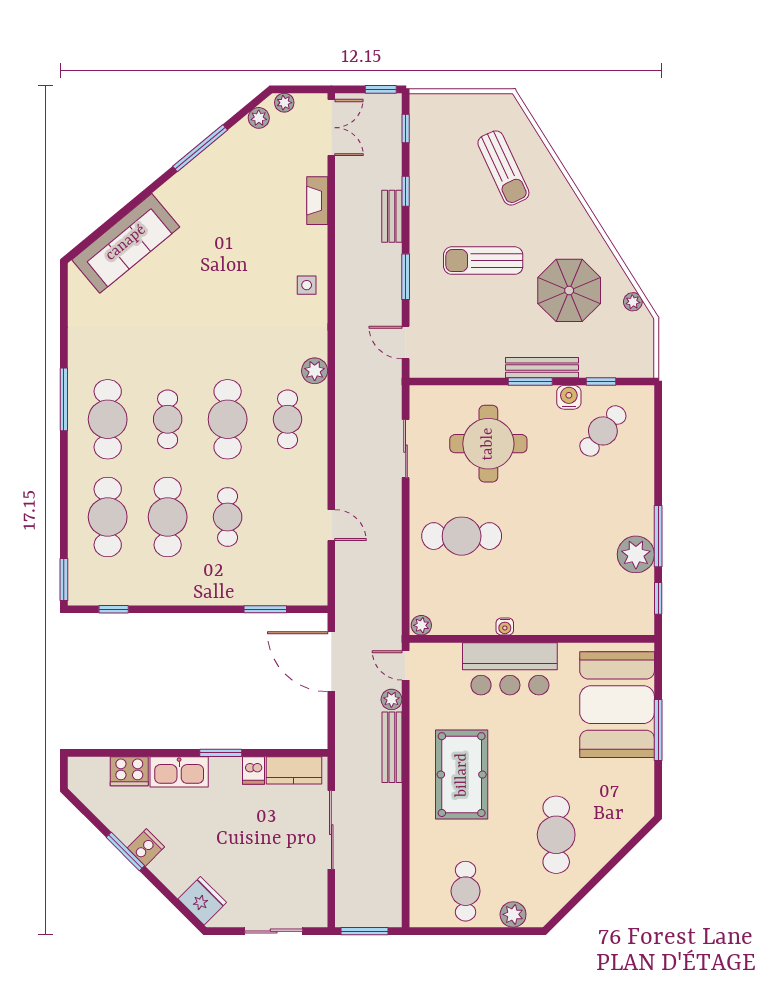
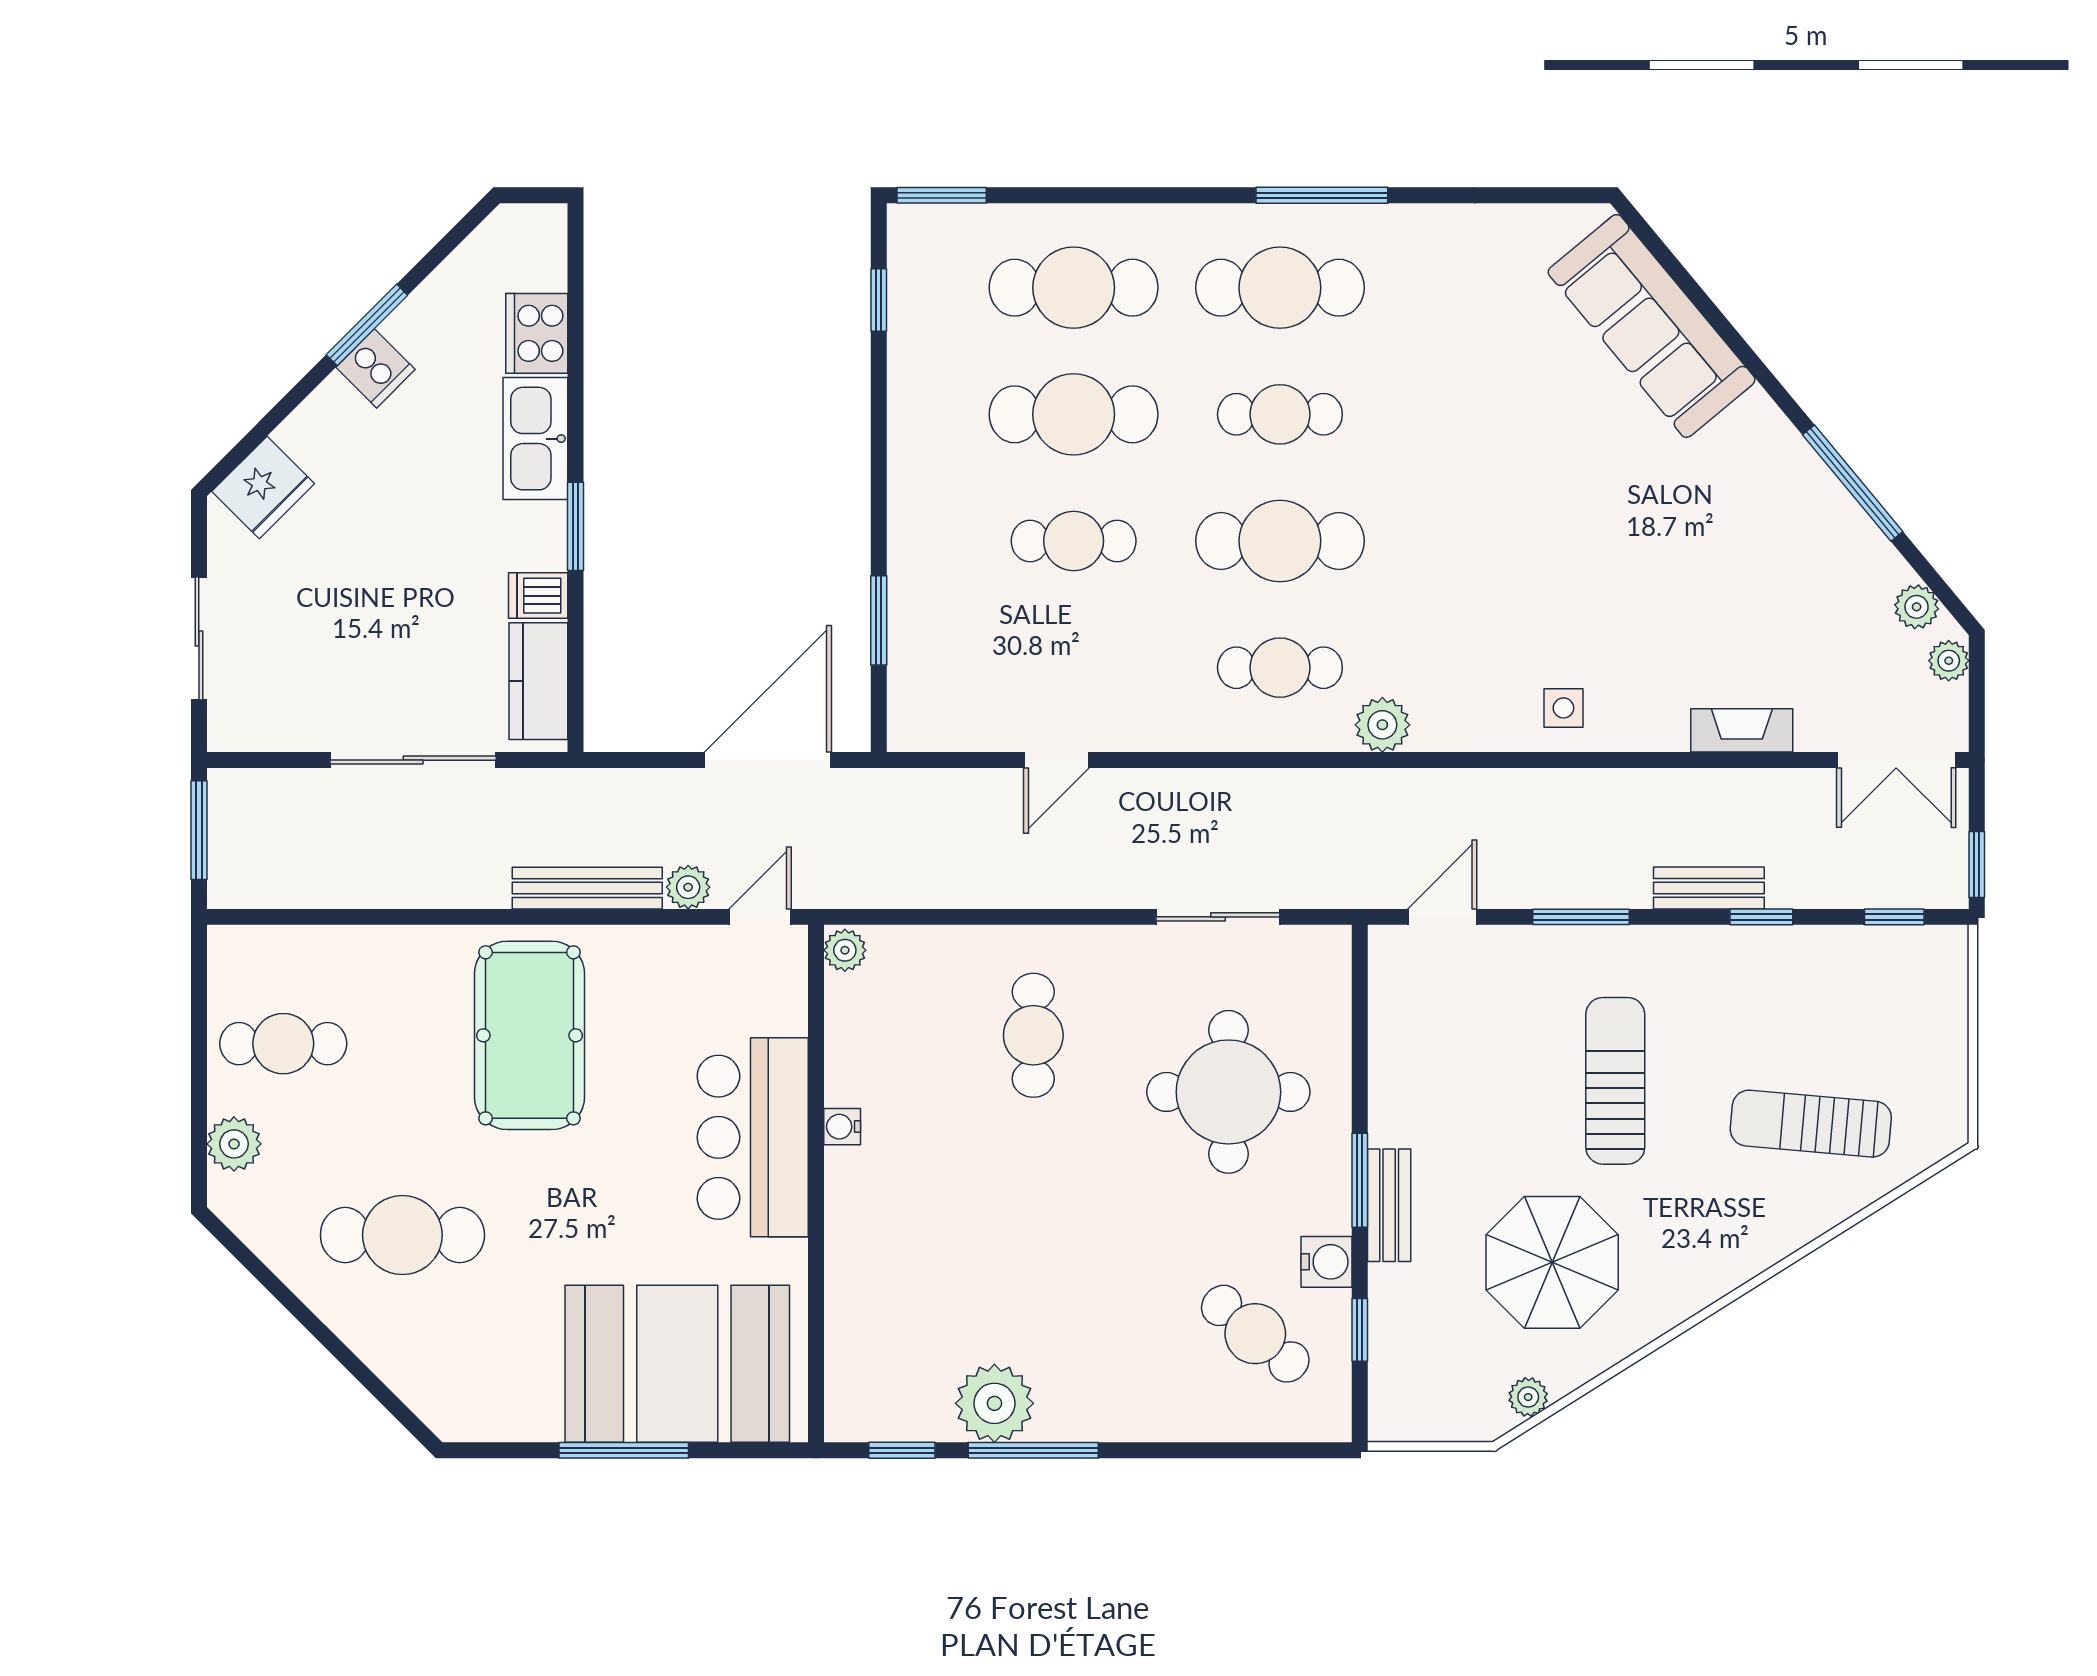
sun lounger: (503, 168) -> (1811, 1124), turned 30
bench: (542, 368) -> (1389, 1205), width x0.73
cafe table: (462, 536) -> (1033, 1035), width x0.73, depth x0.74
pool table: (462, 775) -> (529, 1035), turned 90

